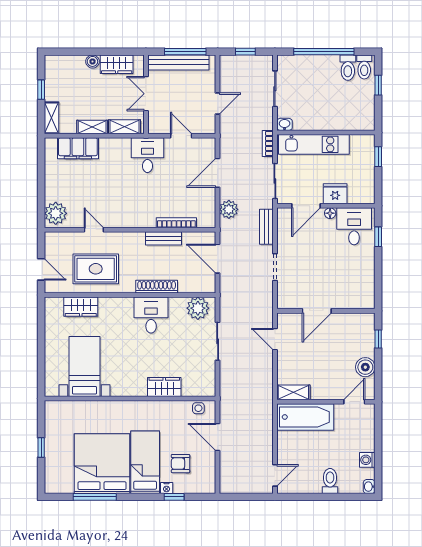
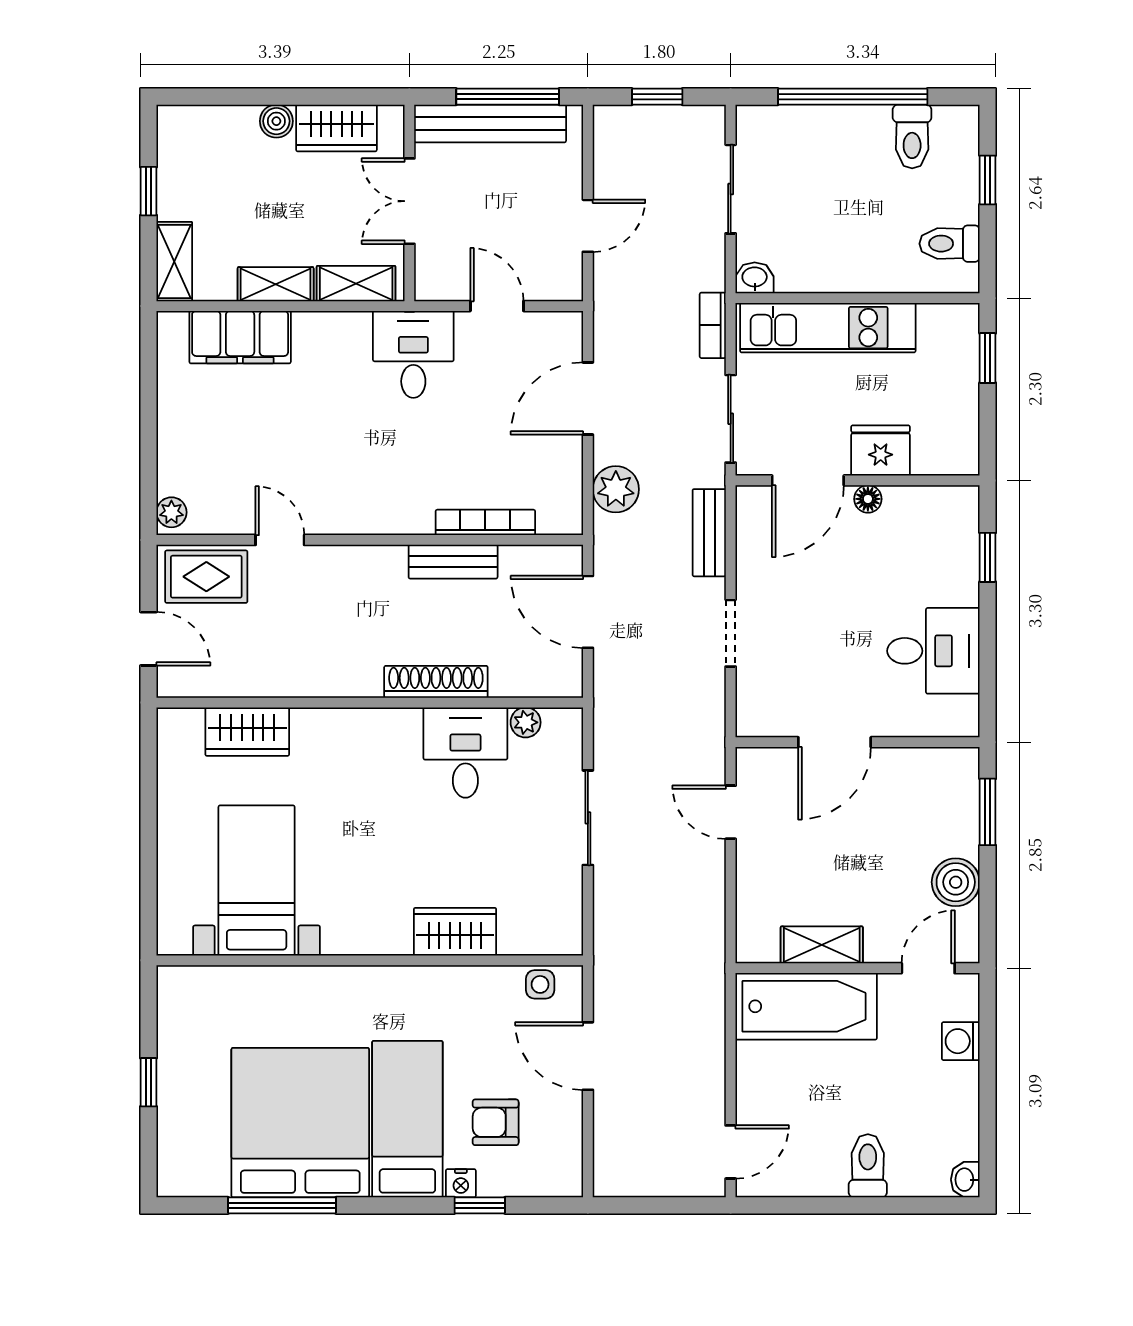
toilet: (364, 67) -> (950, 244), moved, turned 90
plant: (56, 213) -> (171, 512), width x0.53, depth x0.53
desk: (354, 226) -> (933, 651), moved, turned 90
rug: (96, 269) -> (206, 577), moved, width x0.73, depth x0.70
plant: (198, 308) -> (526, 722), width x0.53, depth x0.53
desk: (151, 315) -> (465, 753), moved
window: (378, 339) -> (988, 812), width x1.50
shelving: (293, 392) -> (822, 945), moved
washing machine: (367, 460) -> (961, 1041), moved

